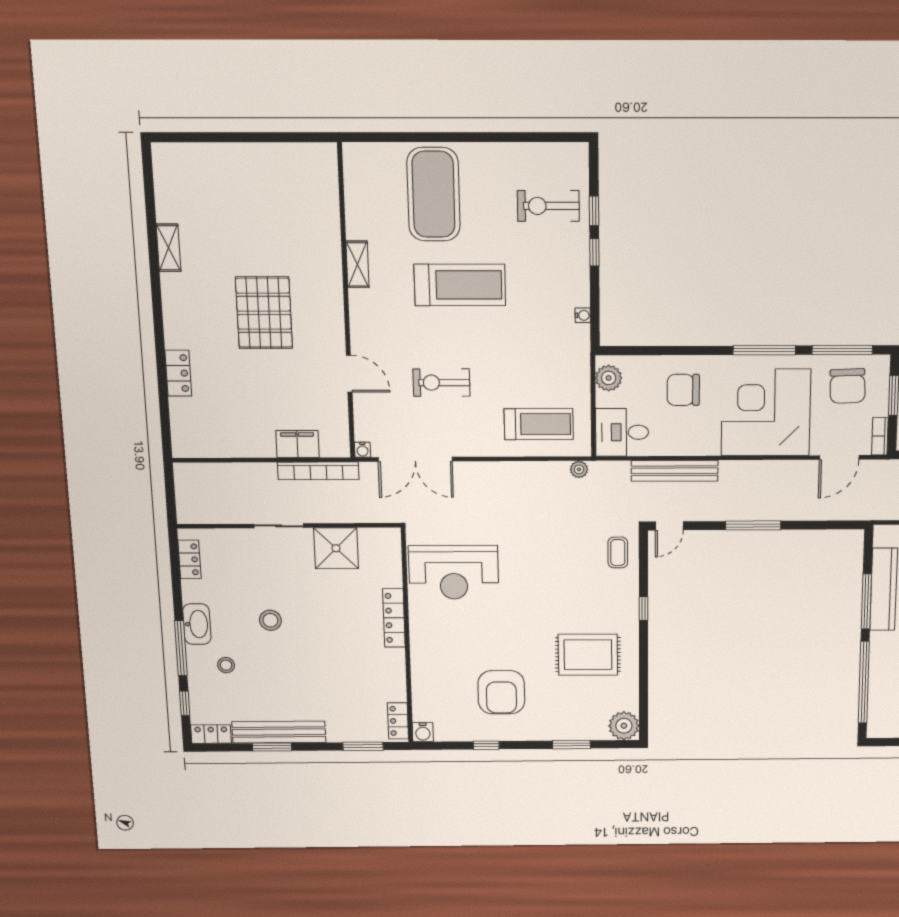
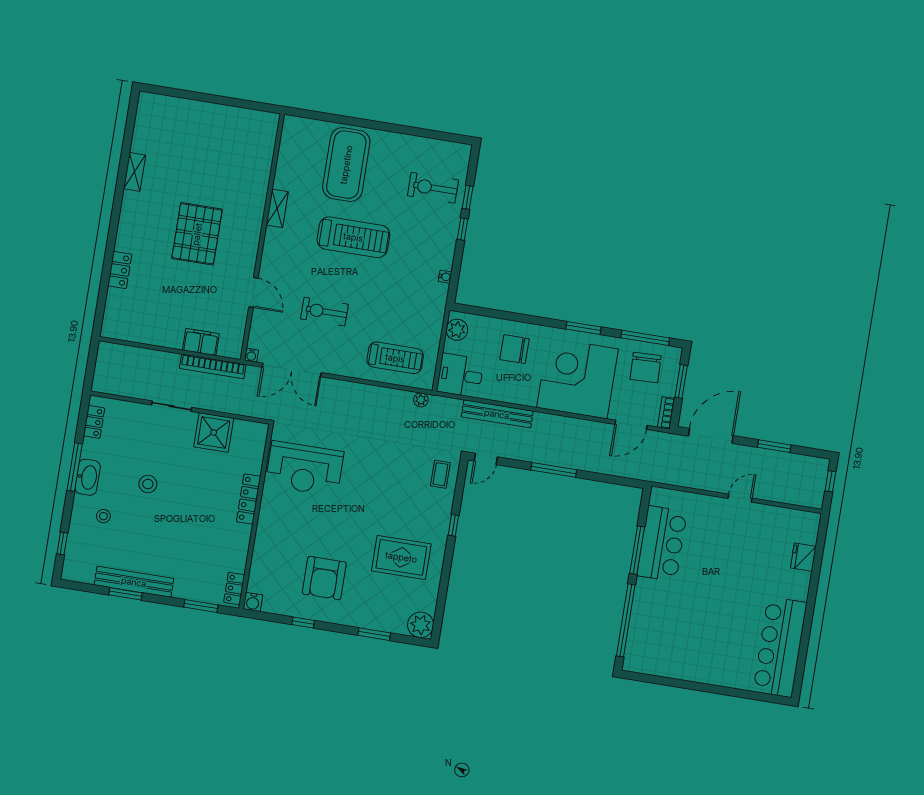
window: (764, 350) -> (583, 328), width x0.69
window: (181, 648) -> (75, 467), moved
locker: (211, 734) -> (78, 574), removed

